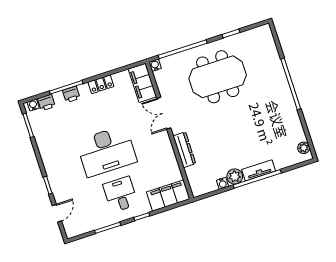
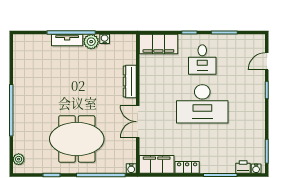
filing cabinet: (142, 83) -> (157, 164), moved, turned -90
printer: (71, 94) -> (218, 167), removed
double door: (164, 113) -> (138, 122), swing flipped
plant: (304, 148) -> (19, 159), moved
desk: (106, 151) -> (202, 104), turned 180

